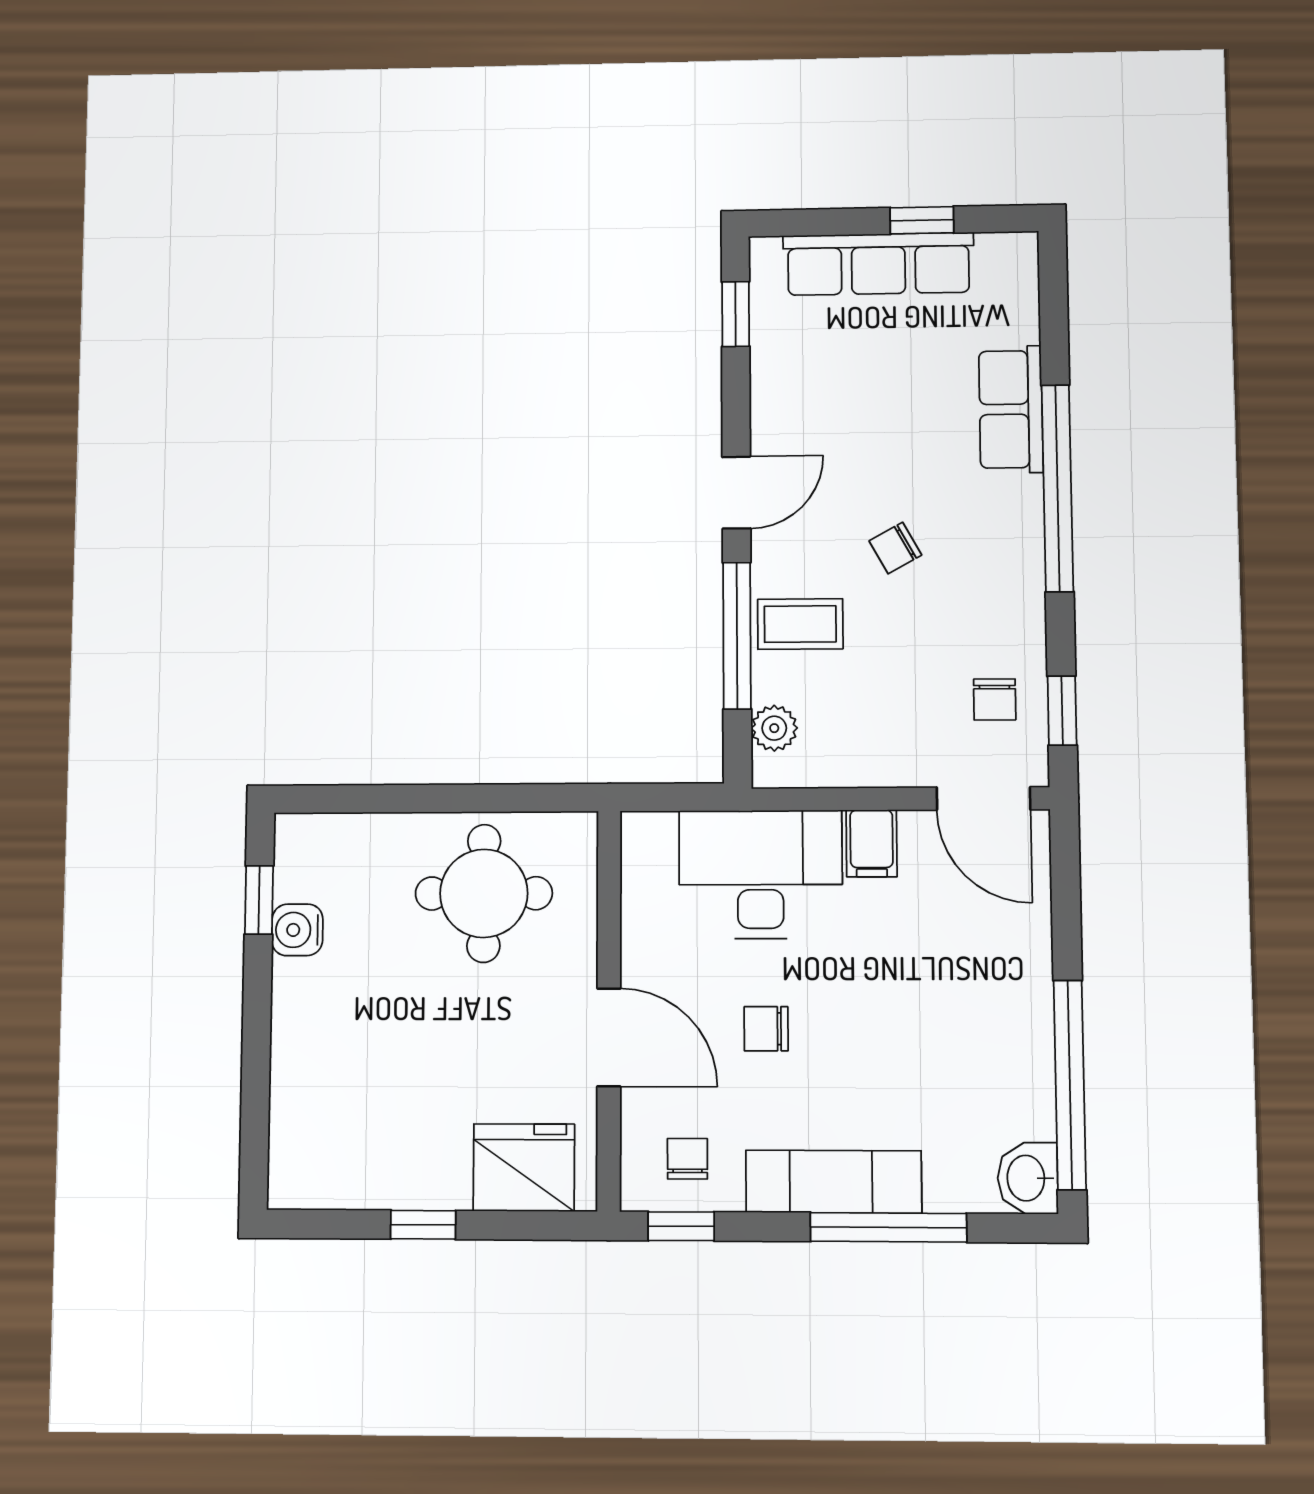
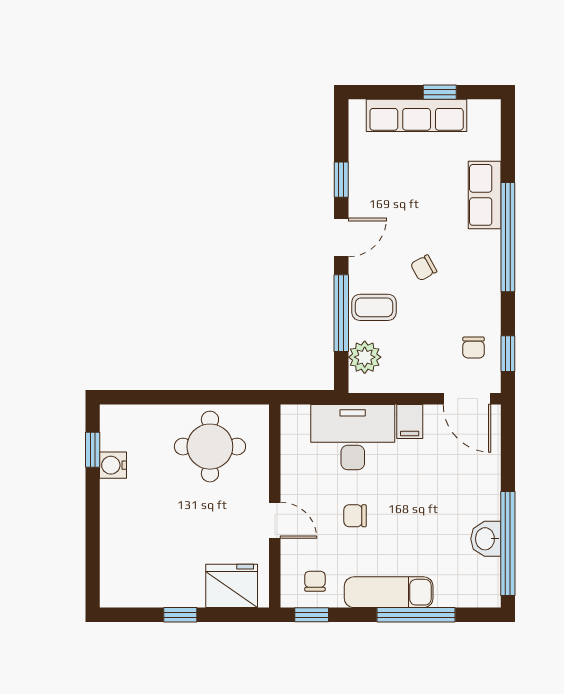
window: (736, 314) -> (341, 180), moved
plant: (774, 728) -> (365, 357), width x1.38, depth x1.38
door: (609, 1037) -> (275, 520), width x0.73
washbasin: (1028, 1178) -> (486, 539), moved

